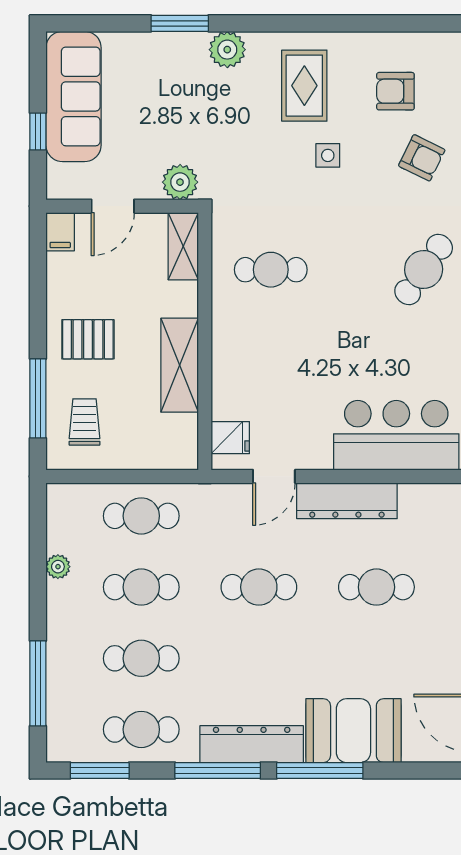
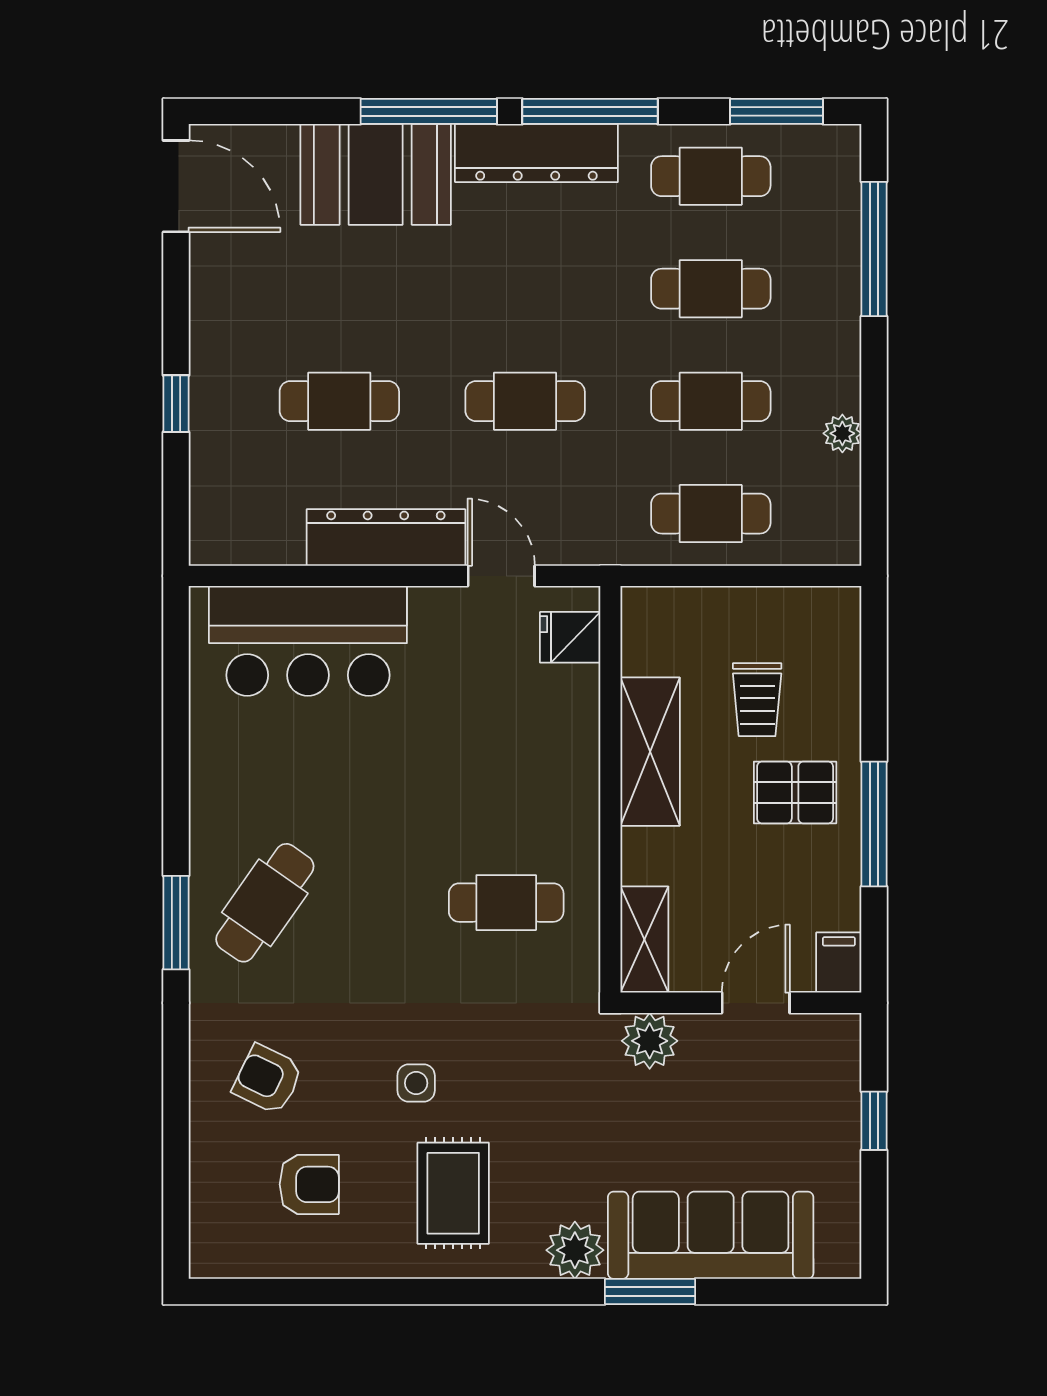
sofa: (74, 96) -> (711, 1235), moved, turned 90
window: (38, 398) -> (874, 824), moved
trolley: (85, 422) -> (757, 700), moved
door: (274, 476) -> (501, 576), hinge flipped

